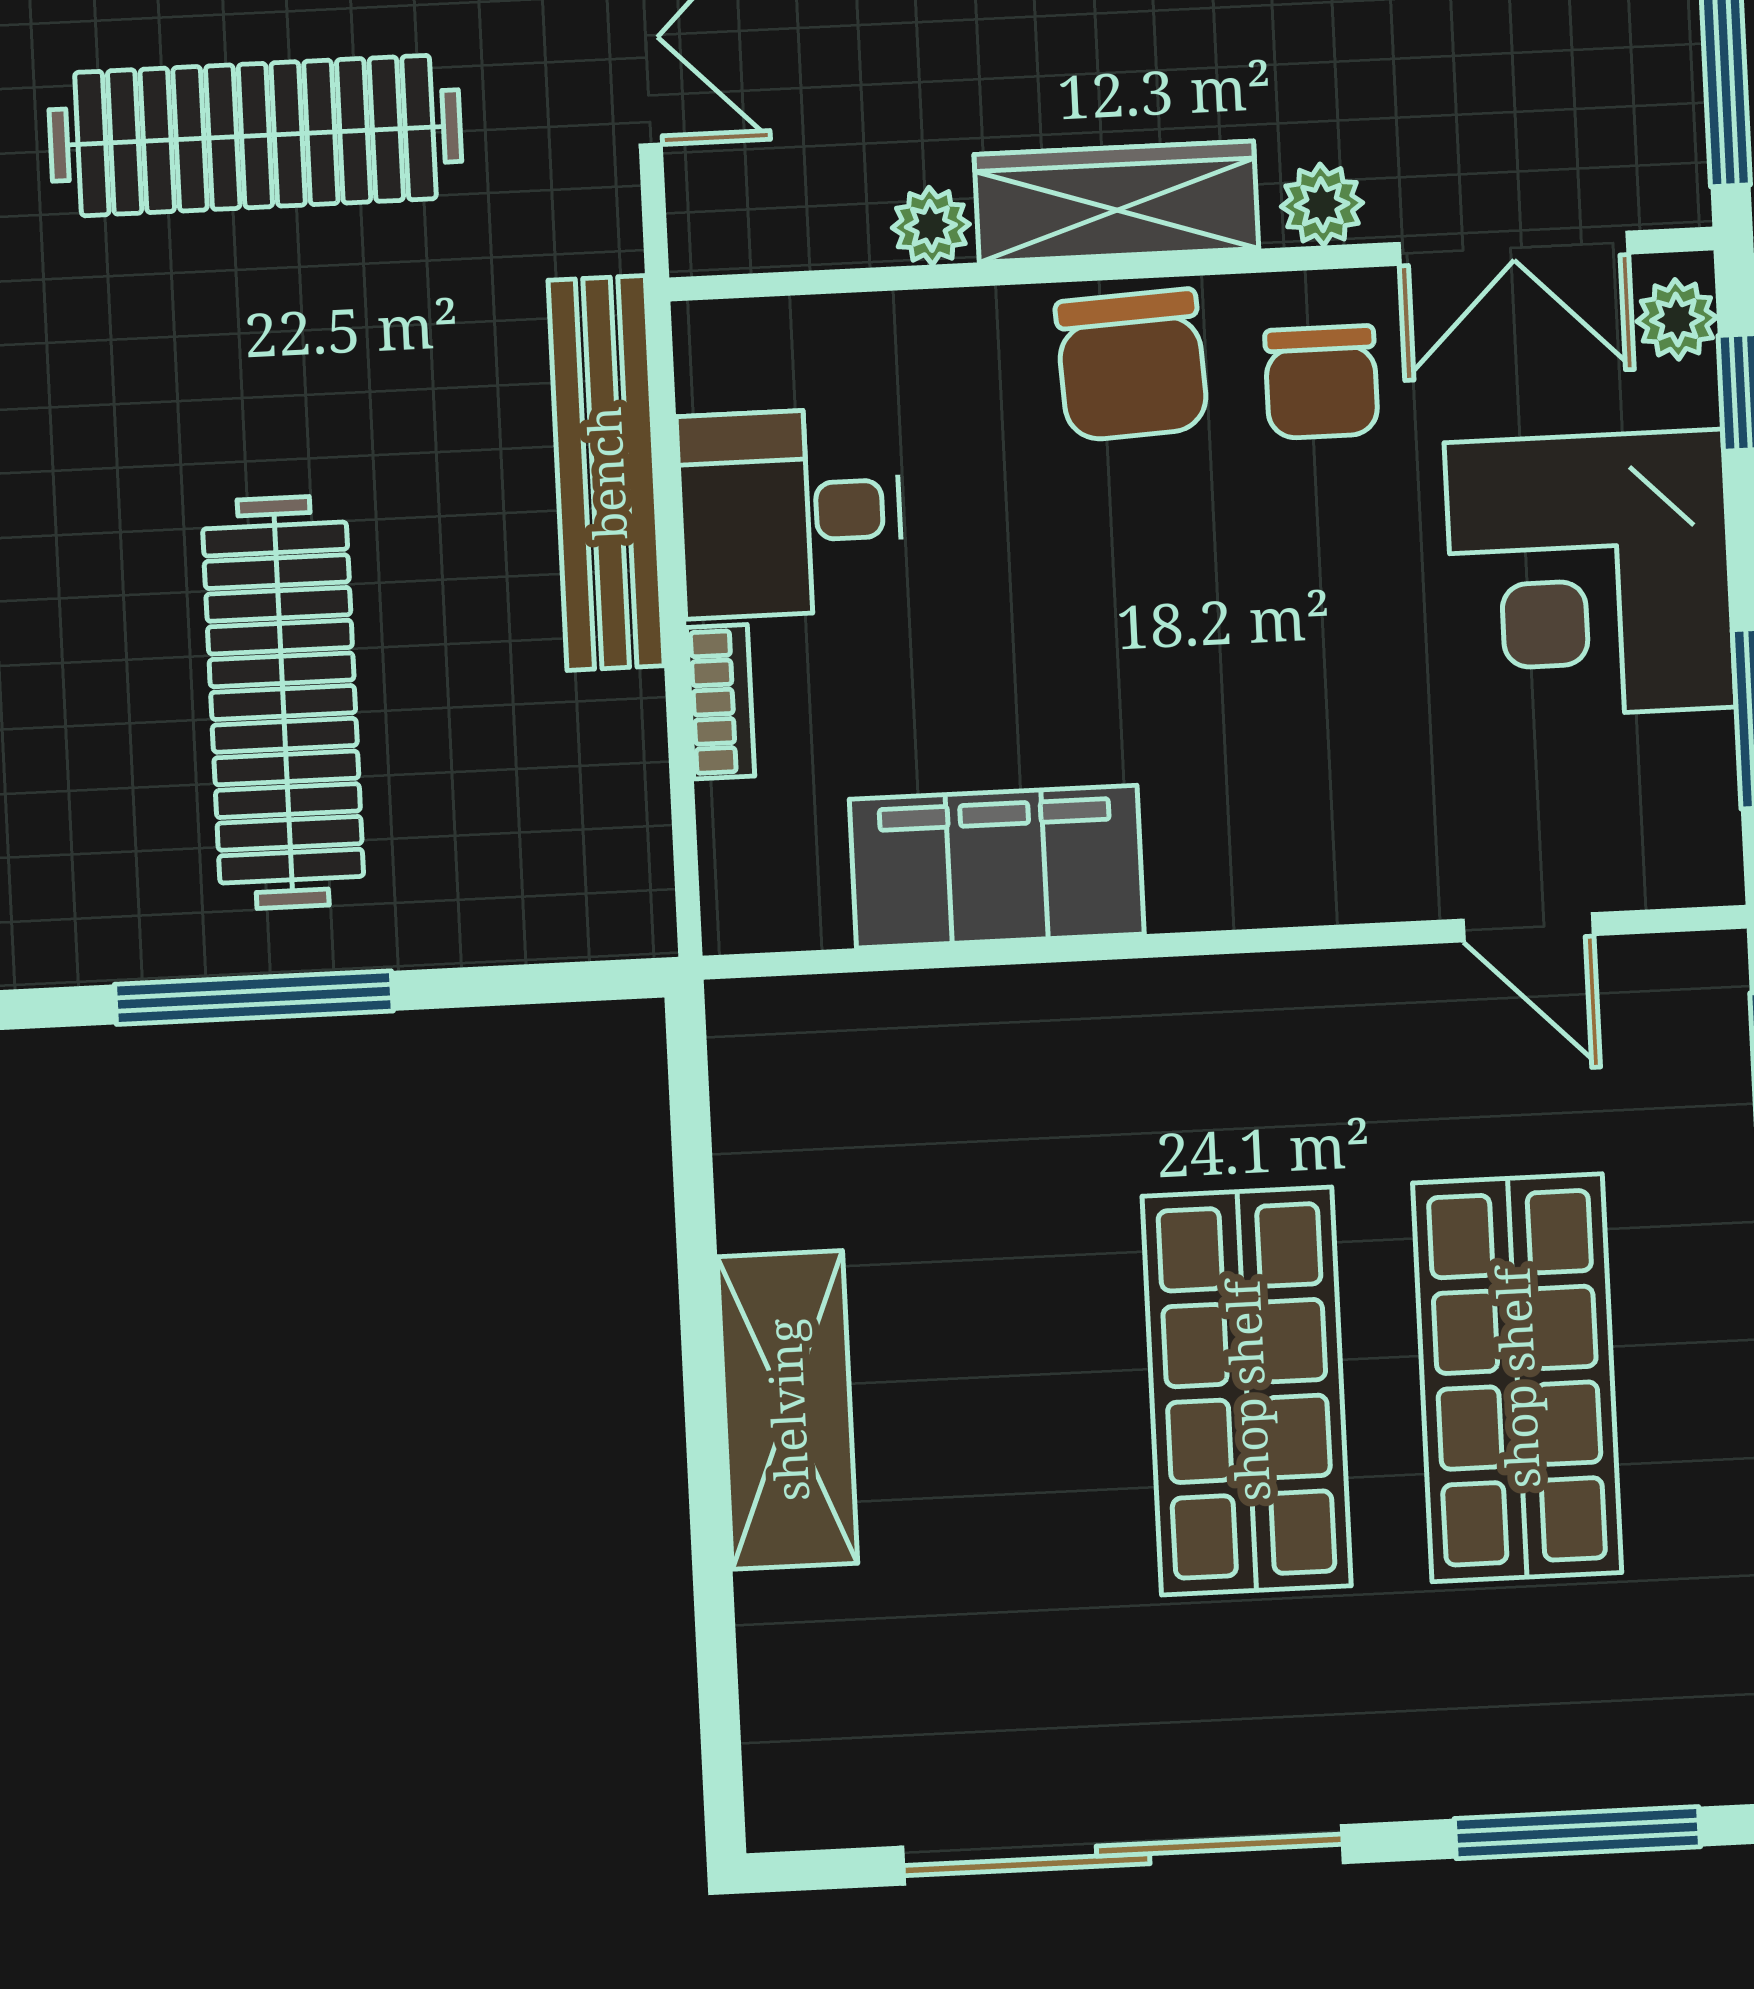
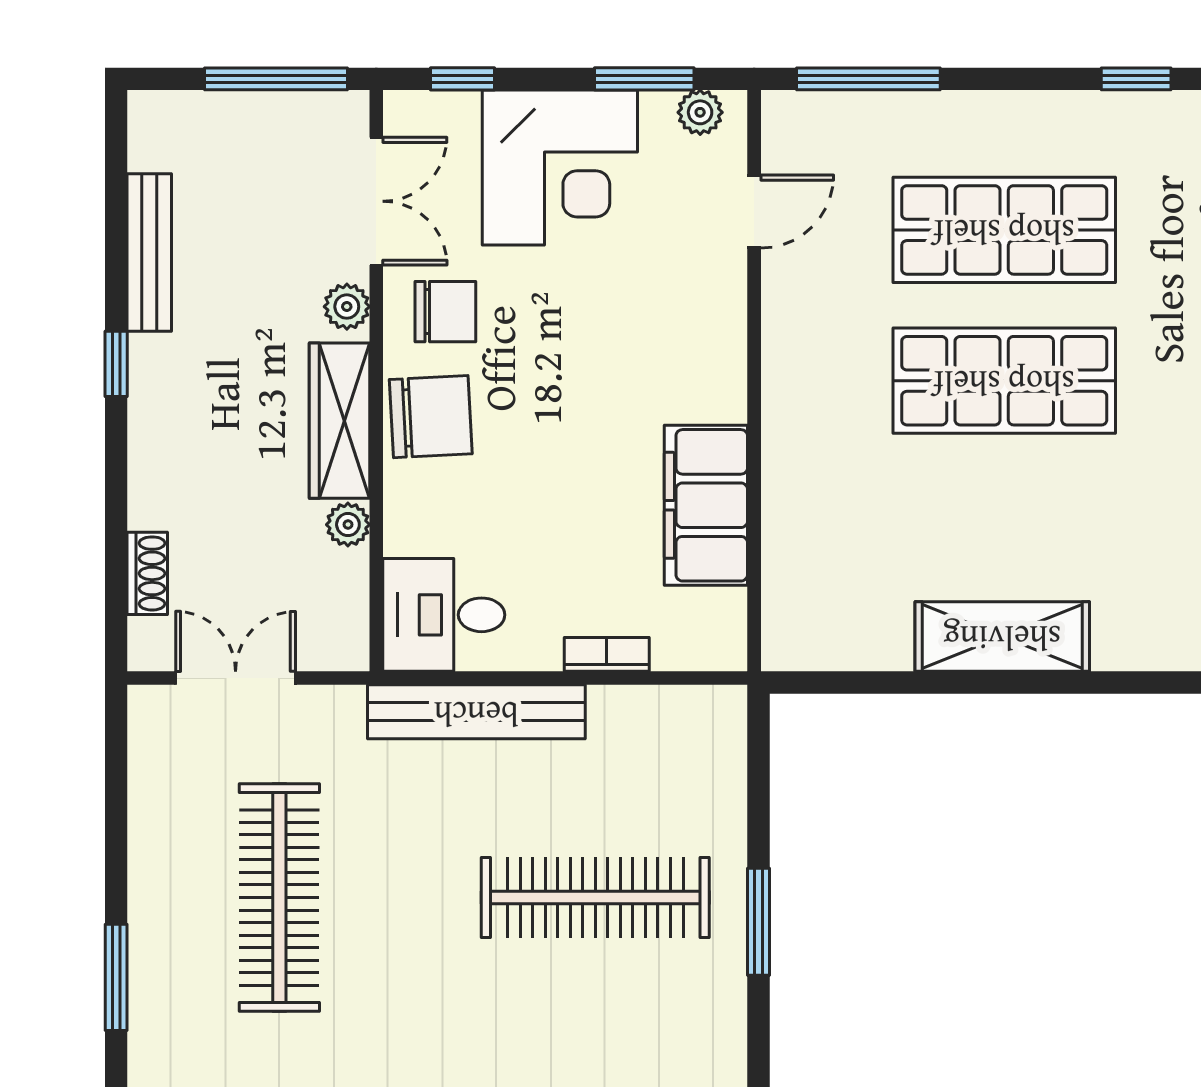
plant: (1677, 319) -> (700, 112), moved
desk: (790, 513) -> (444, 615), moved, turned 90
window: (254, 998) -> (759, 922), width x0.69

